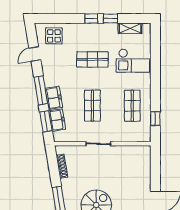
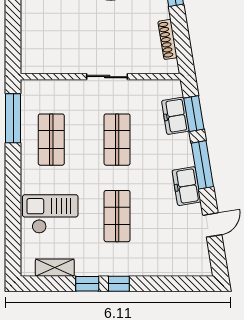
display table: (54, 36) -> (181, 255), removed
shop shelf: (92, 59) -> (117, 216), turned 90
freezer: (54, 98) -> (186, 186), moved
window: (155, 119) -> (13, 118), width x2.17

